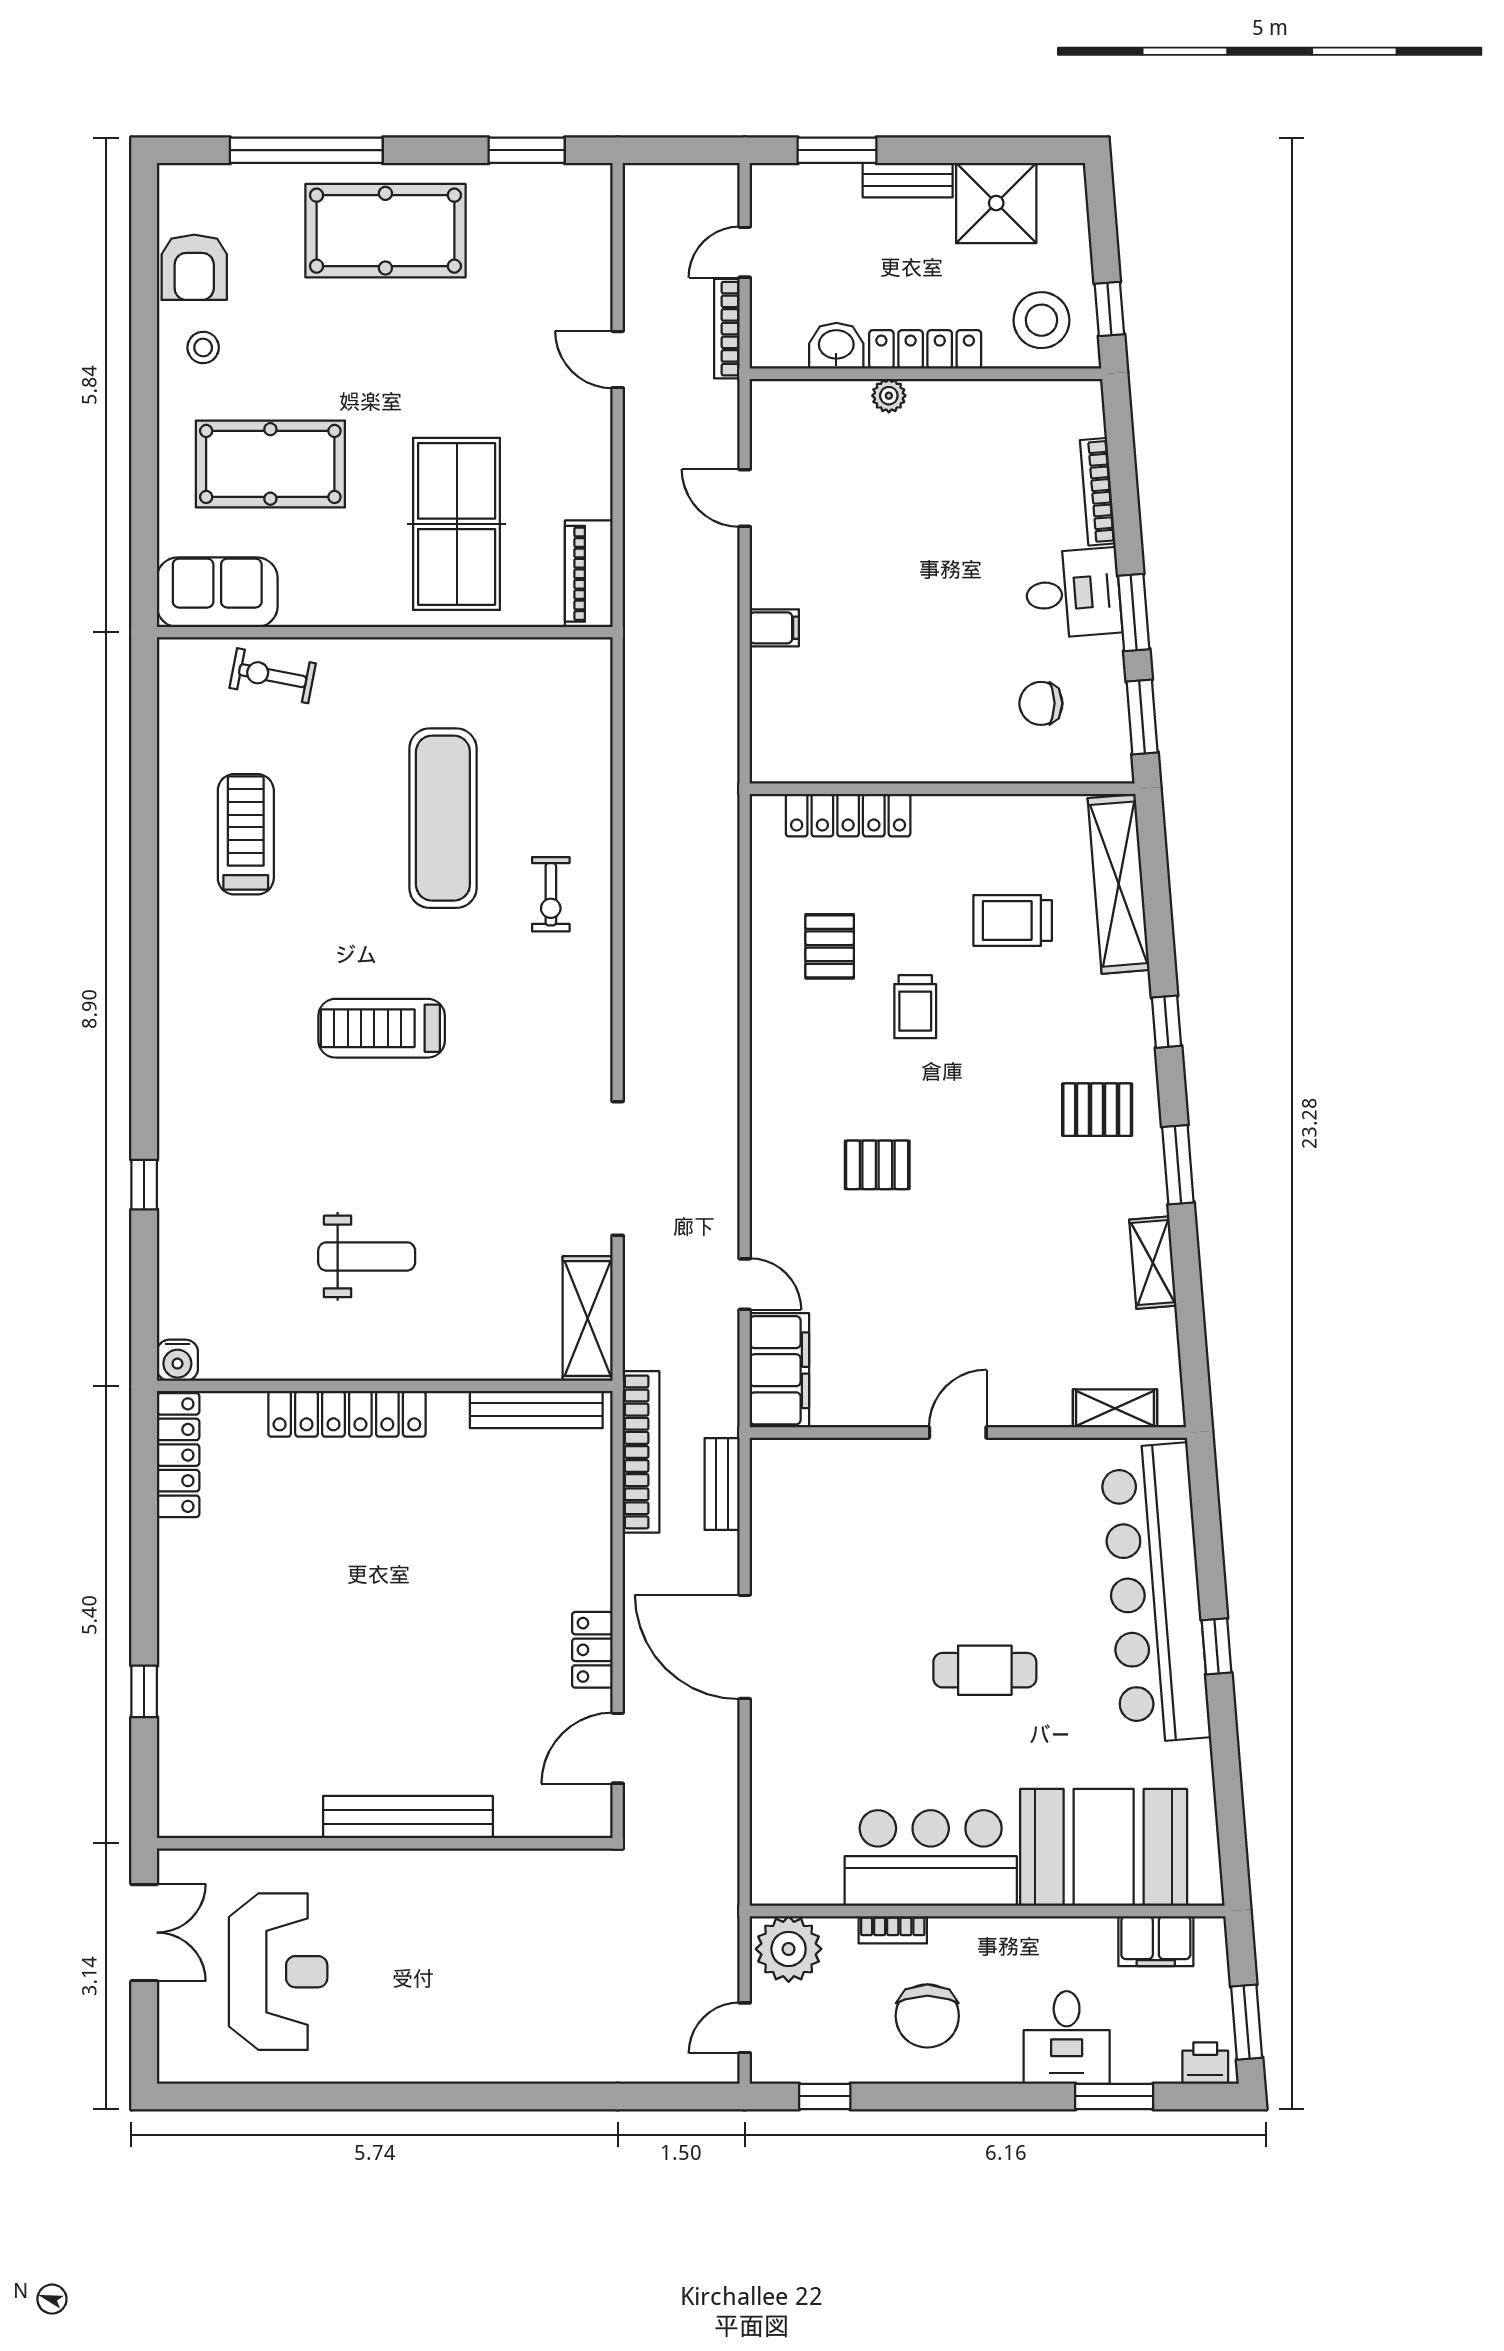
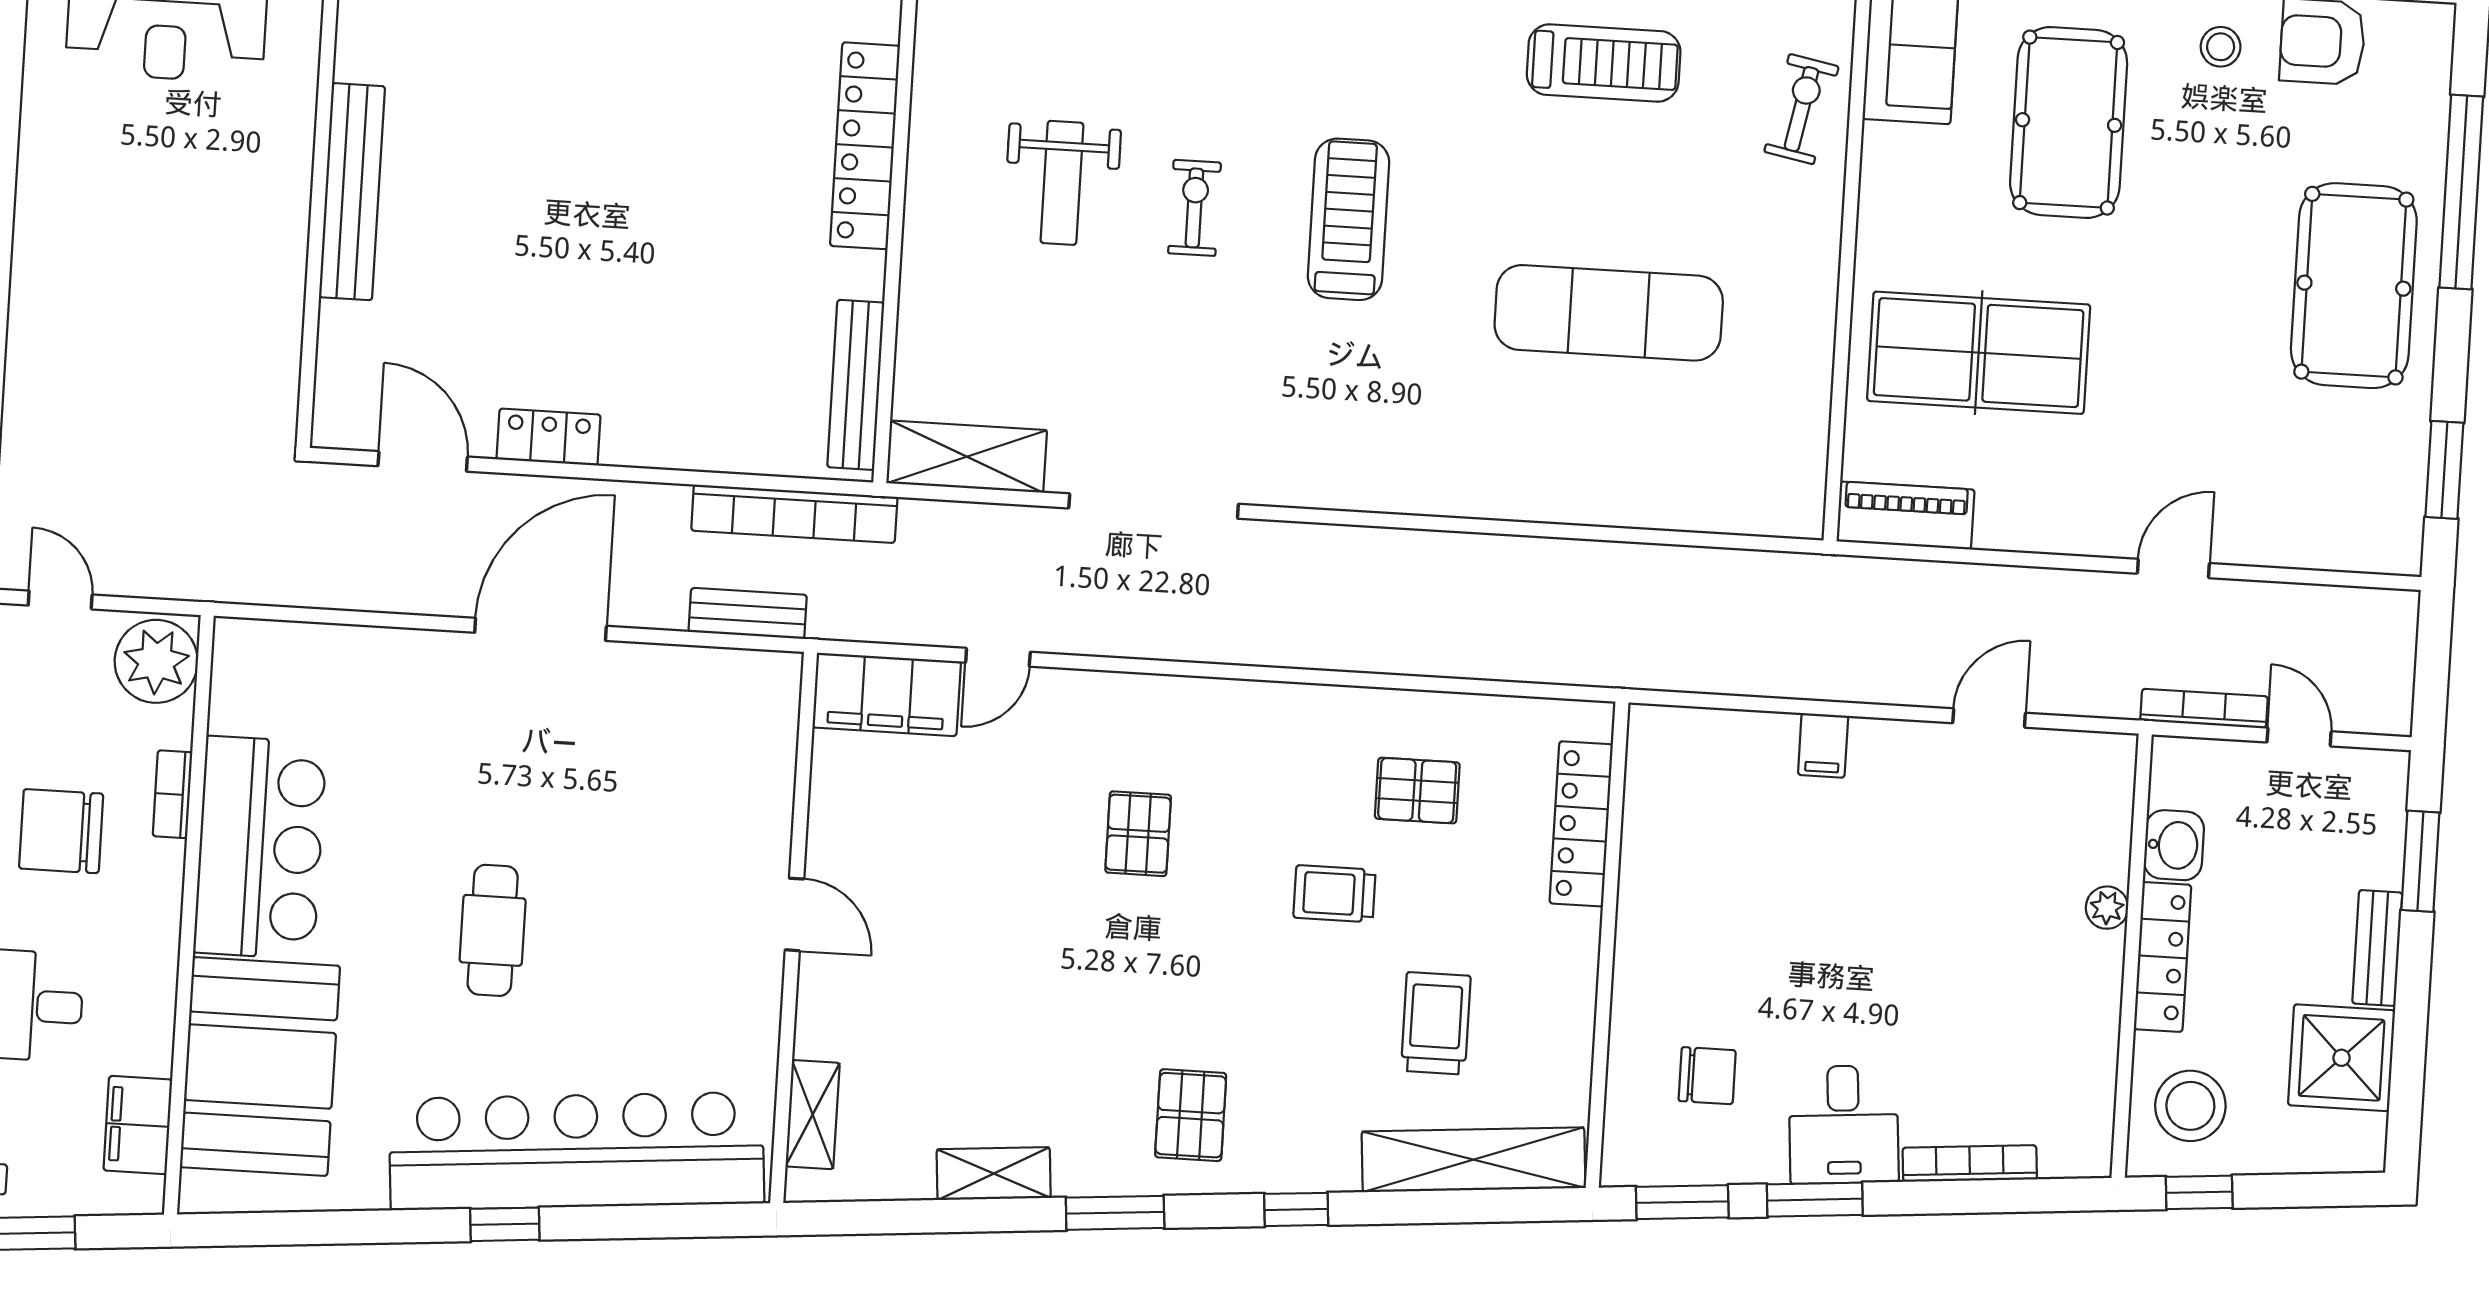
chair: (1041, 703) -> (1707, 1076), turned 90
exercise bike: (551, 894) -> (1194, 208), moved, turned 90

